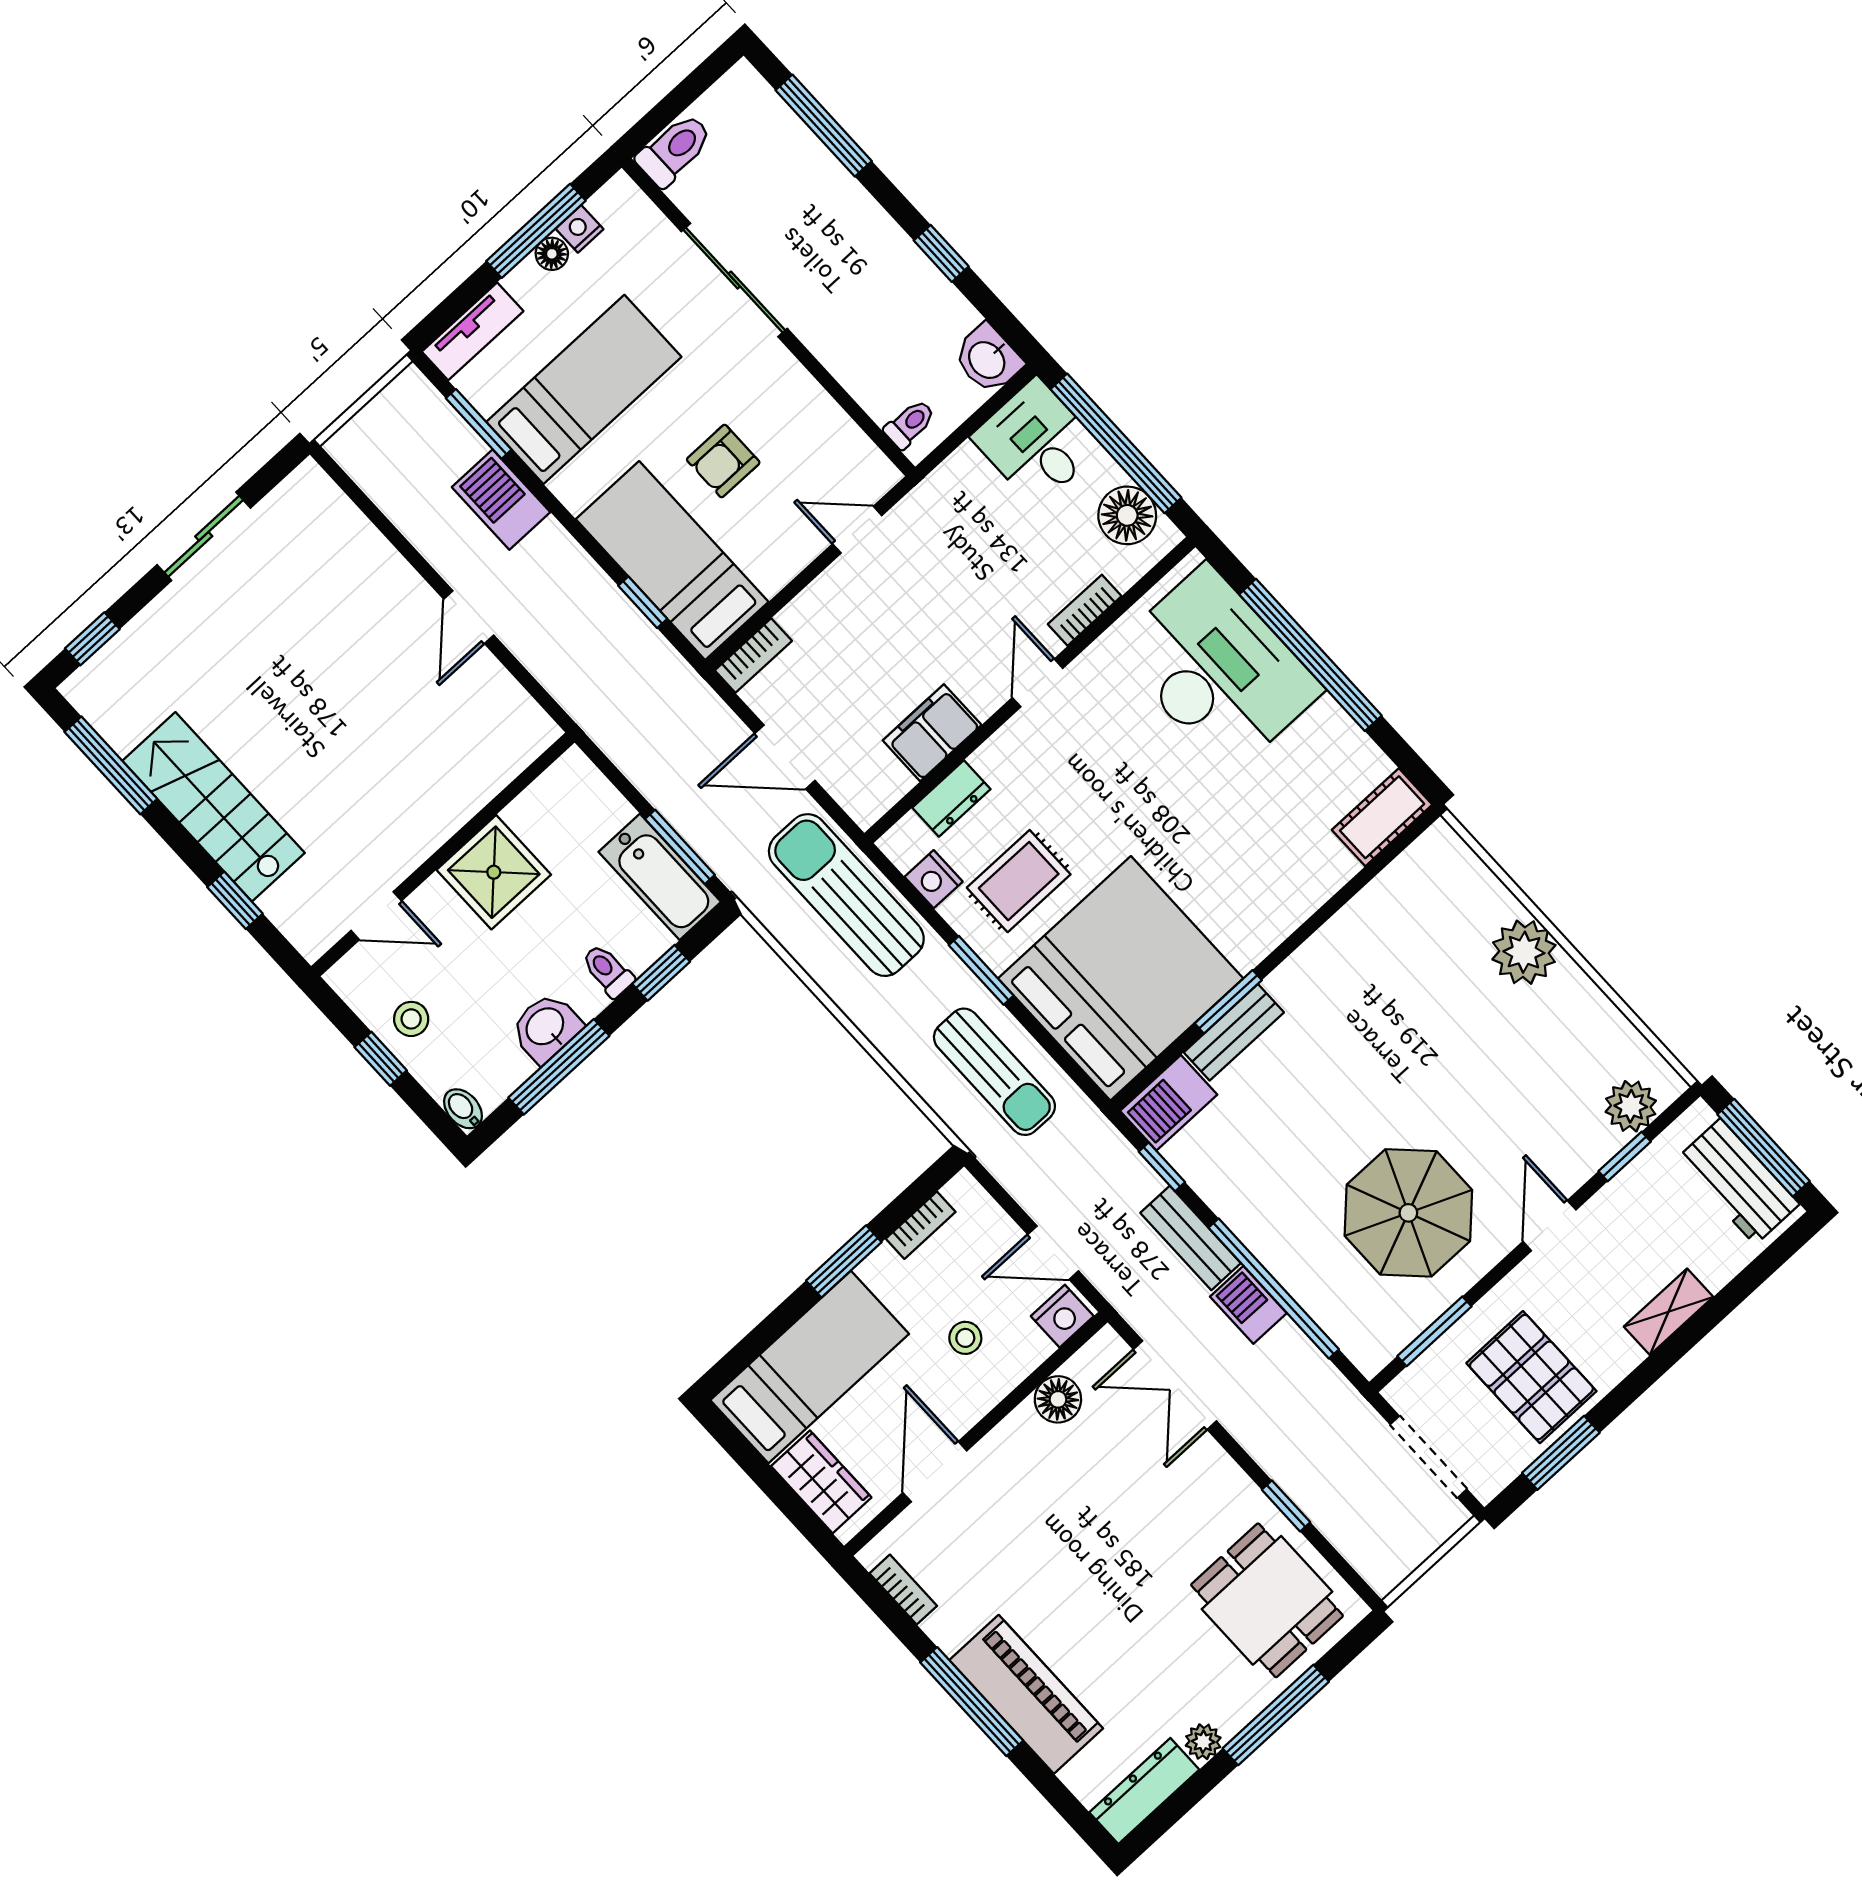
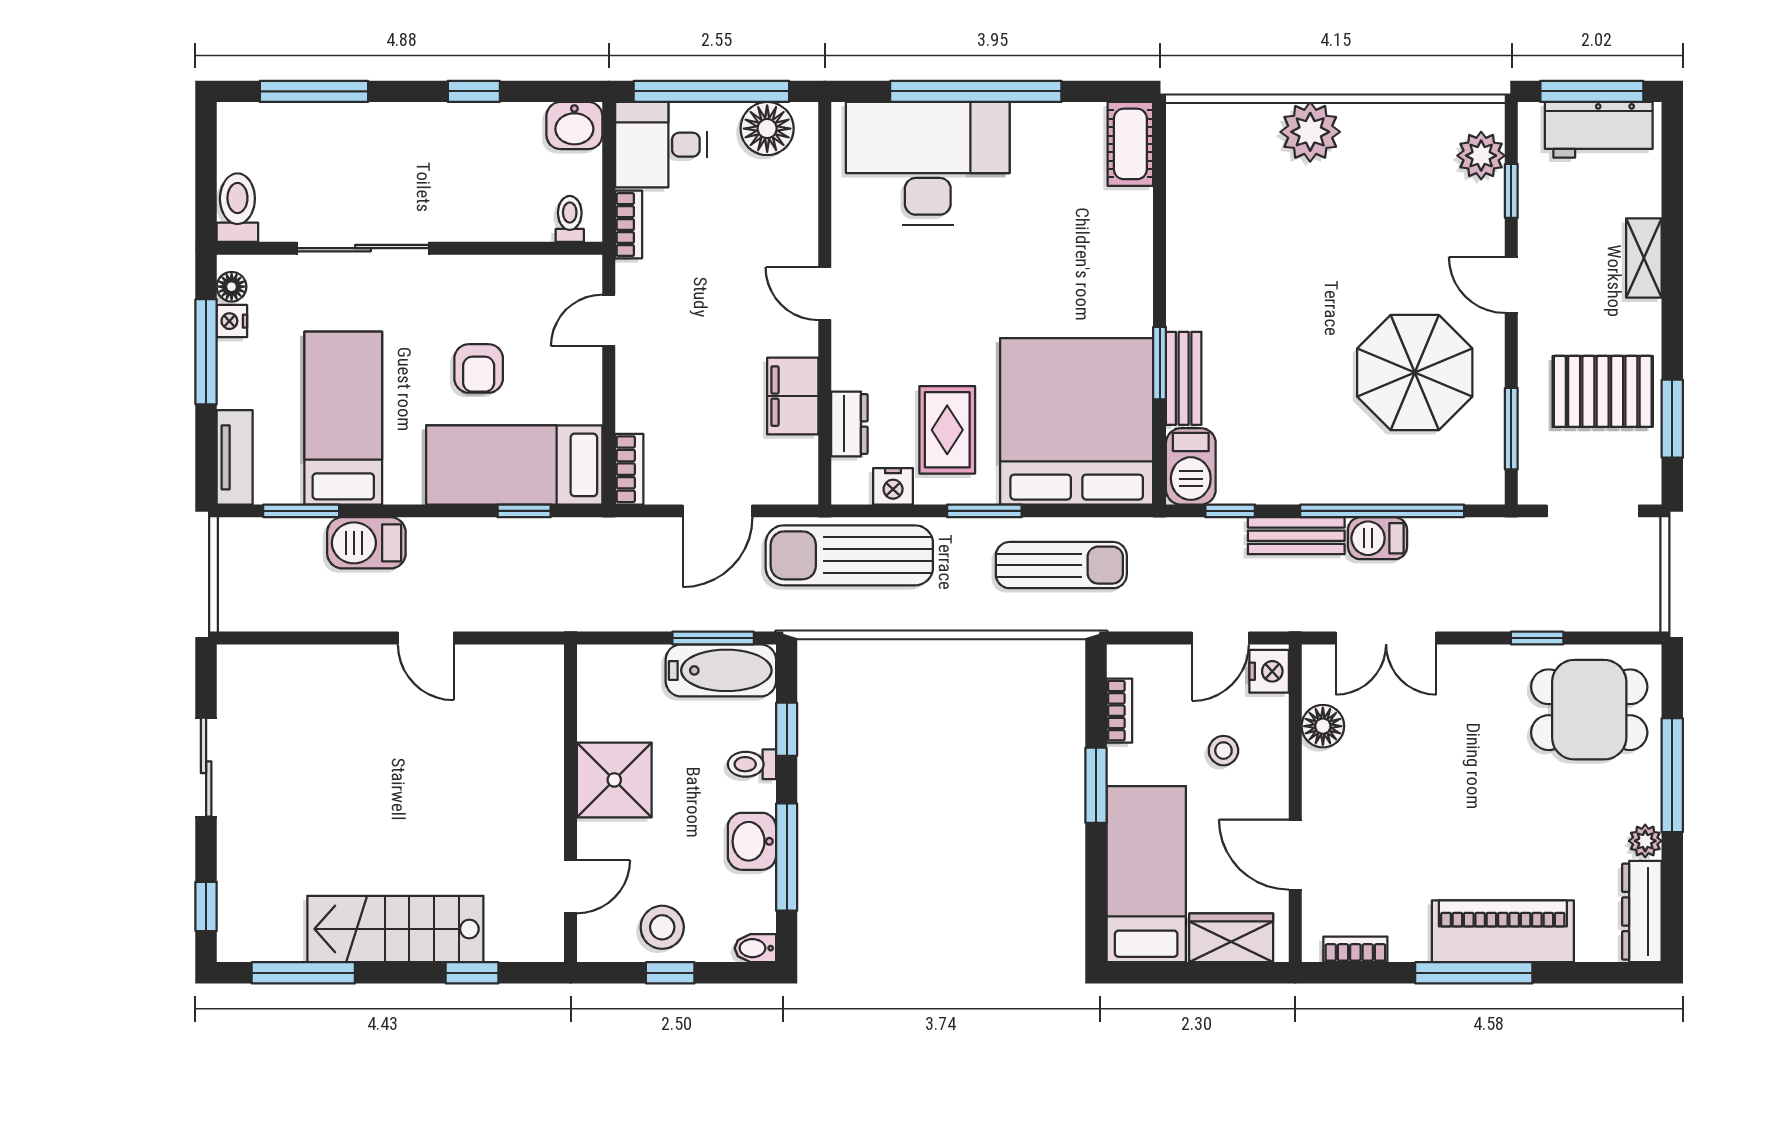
floor lamp: (552, 254) -> (232, 287), moved
bookcase: (1085, 610) -> (629, 225), moved, turned 180
stool: (411, 1019) -> (662, 927), width x1.37, depth x1.37

